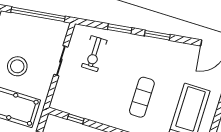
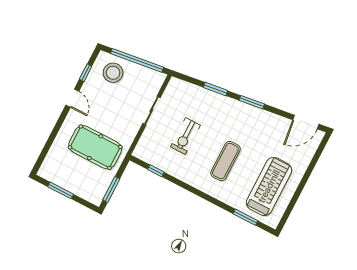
exercise bike: (94, 54) -> (185, 136), moved
stool: (17, 66) -> (113, 73), moved

